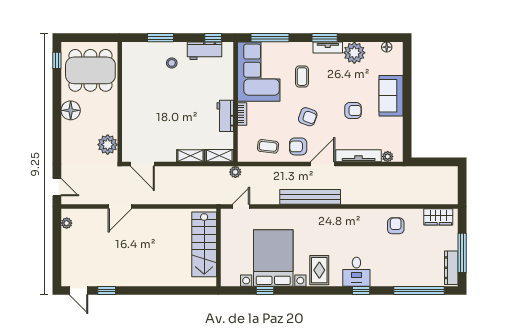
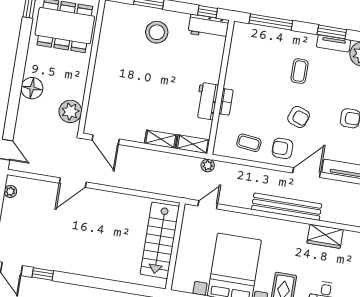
workbench: (204, 51) -> (209, 27), moved
stool: (172, 63) -> (157, 32), width x1.89, depth x1.89
corner sofa: (259, 72) -> (252, 58), removed
floor lamp: (71, 110) -> (32, 88), moved
wardrobe: (348, 217) -> (325, 236), added

